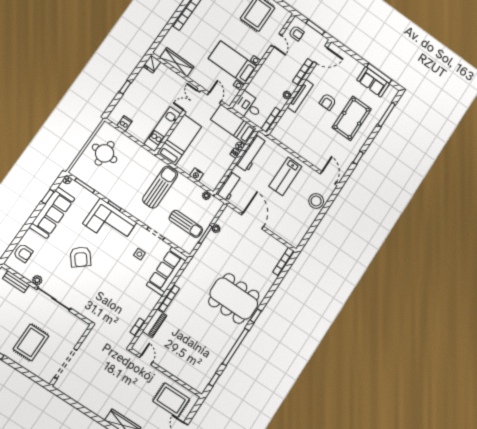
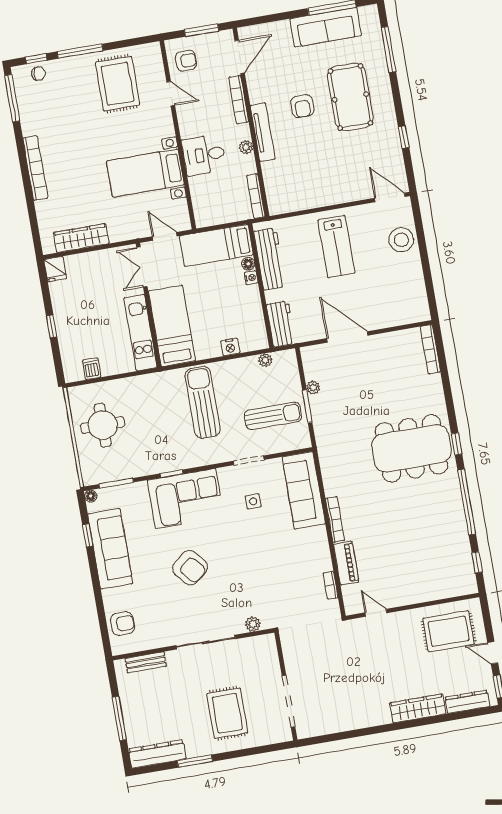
sofa: (373, 82) -> (326, 27), width x1.36
desk: (248, 106) -> (204, 155), moved
plant: (37, 280) -> (253, 624), moved

